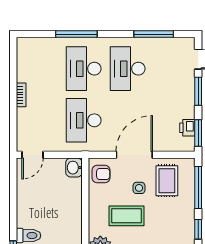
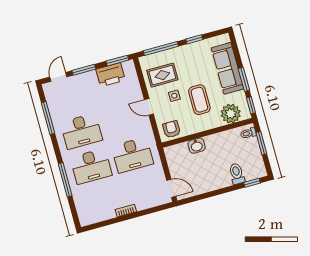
printer: (187, 128) -> (111, 75), width x1.87, depth x1.48
door: (134, 155) -> (149, 107), width x0.53
washbasin: (74, 168) -> (197, 146), moved

